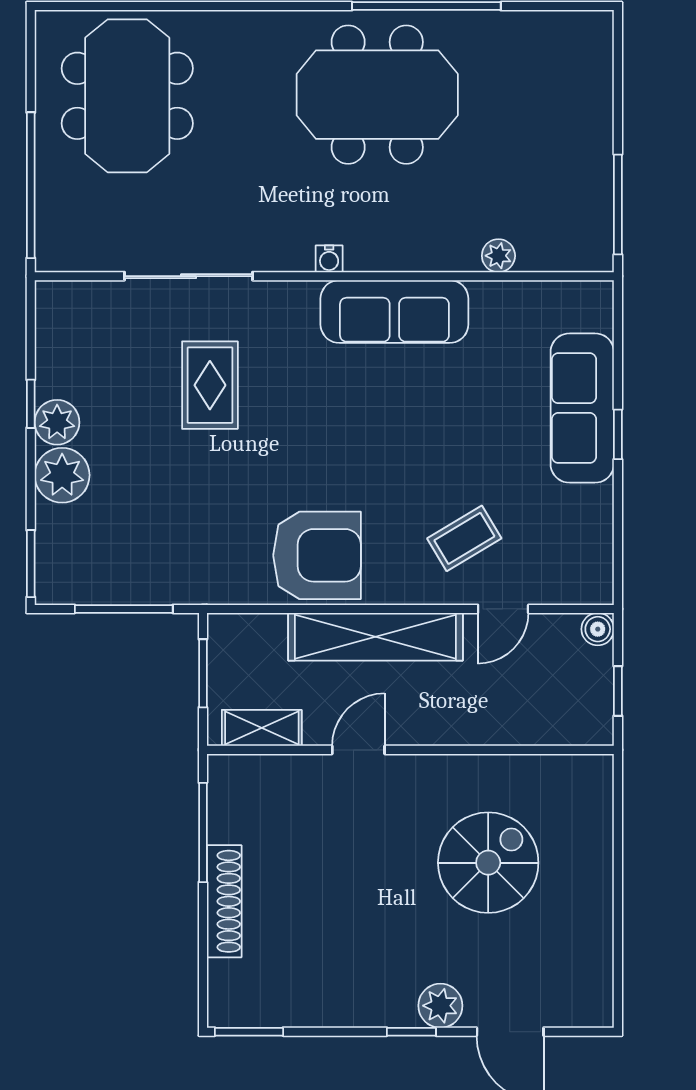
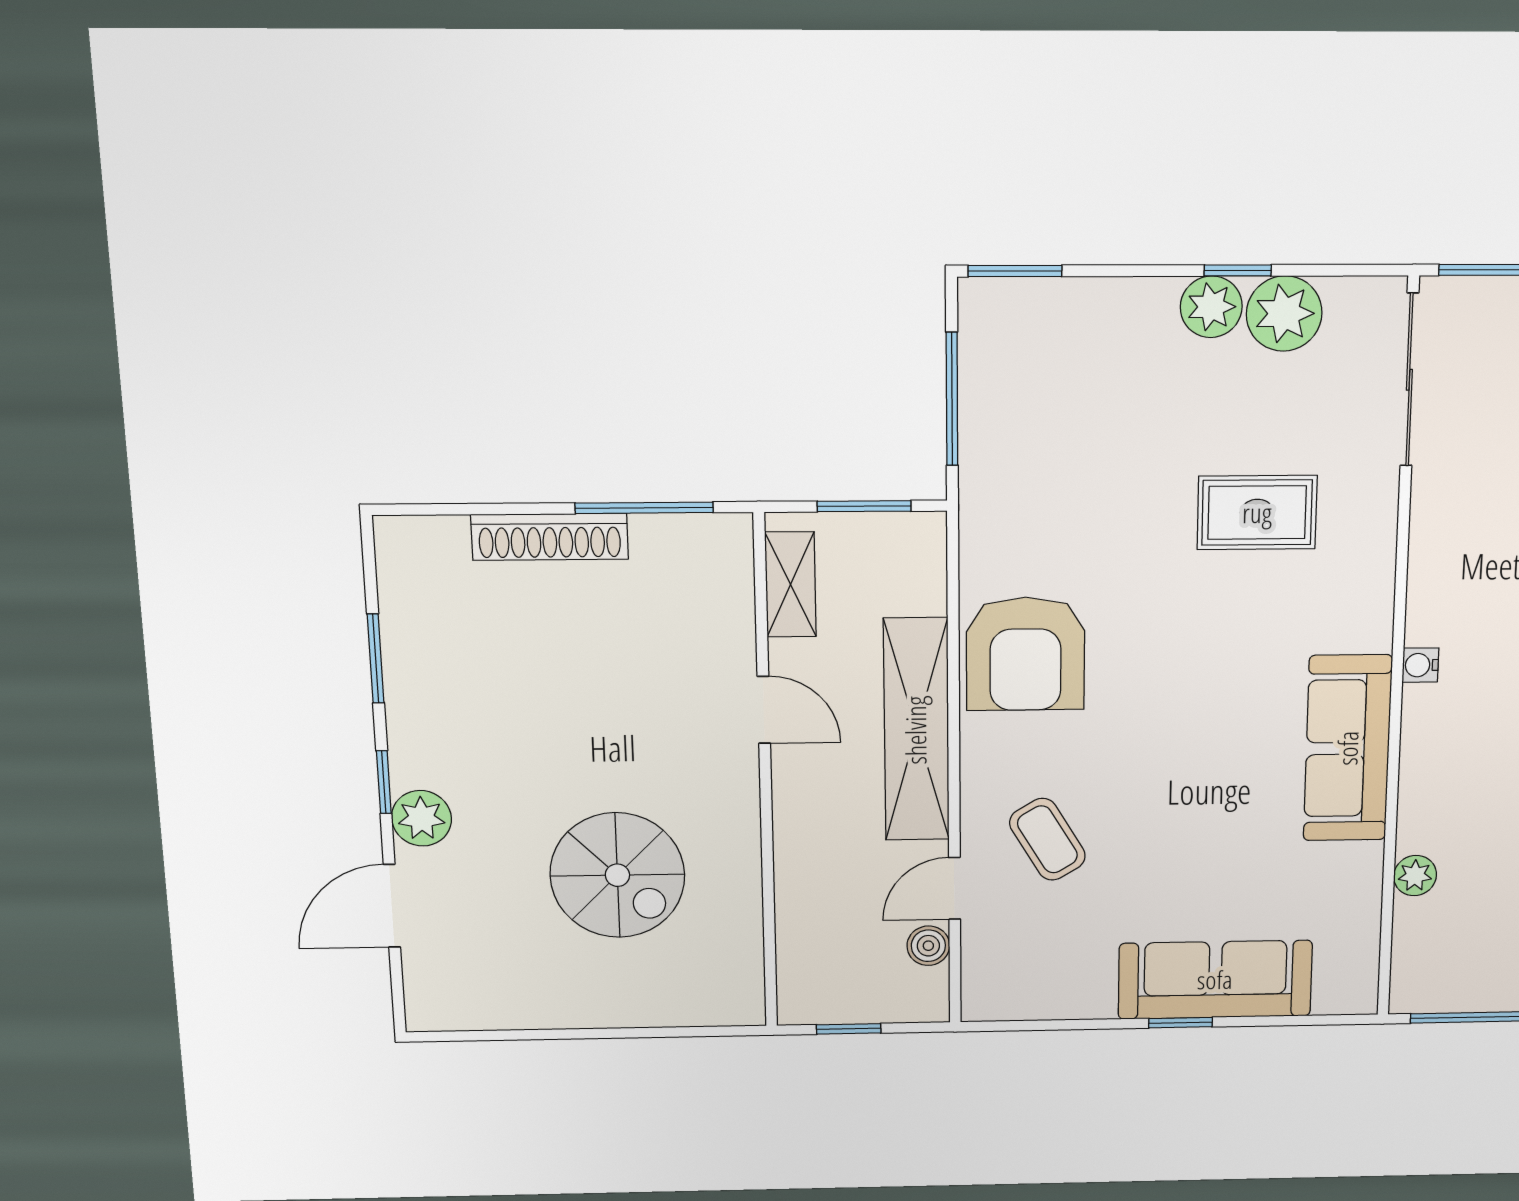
sliding door: (188, 276) -> (1409, 380), moved
plant: (62, 475) -> (1284, 314), moved
door: (503, 609) -> (955, 888), hinge flipped
boiler: (598, 629) -> (928, 946), moved
window: (249, 1032) -> (376, 659), moved

